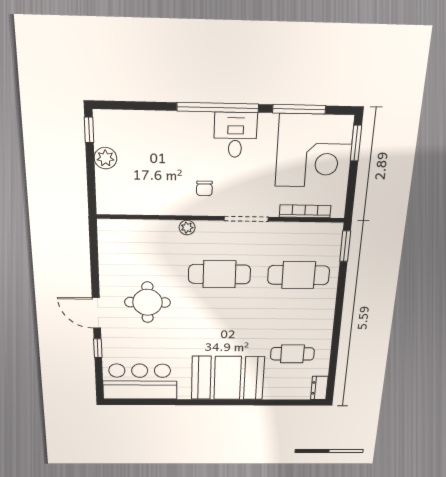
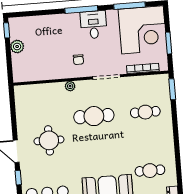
window: (218, 107) -> (81, 9), width x0.68
window: (356, 143) -> (169, 43), moved
cafe table: (299, 275) -> (145, 112), width x0.73, depth x0.74

